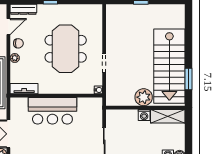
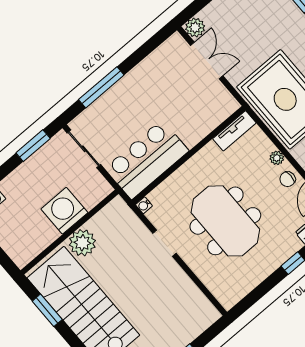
bar counter: (52, 111) -> (147, 160), moved
washing machine: (144, 115) -> (64, 211), width x1.89, depth x1.89
shelving: (168, 116) -> (34, 245), removed

